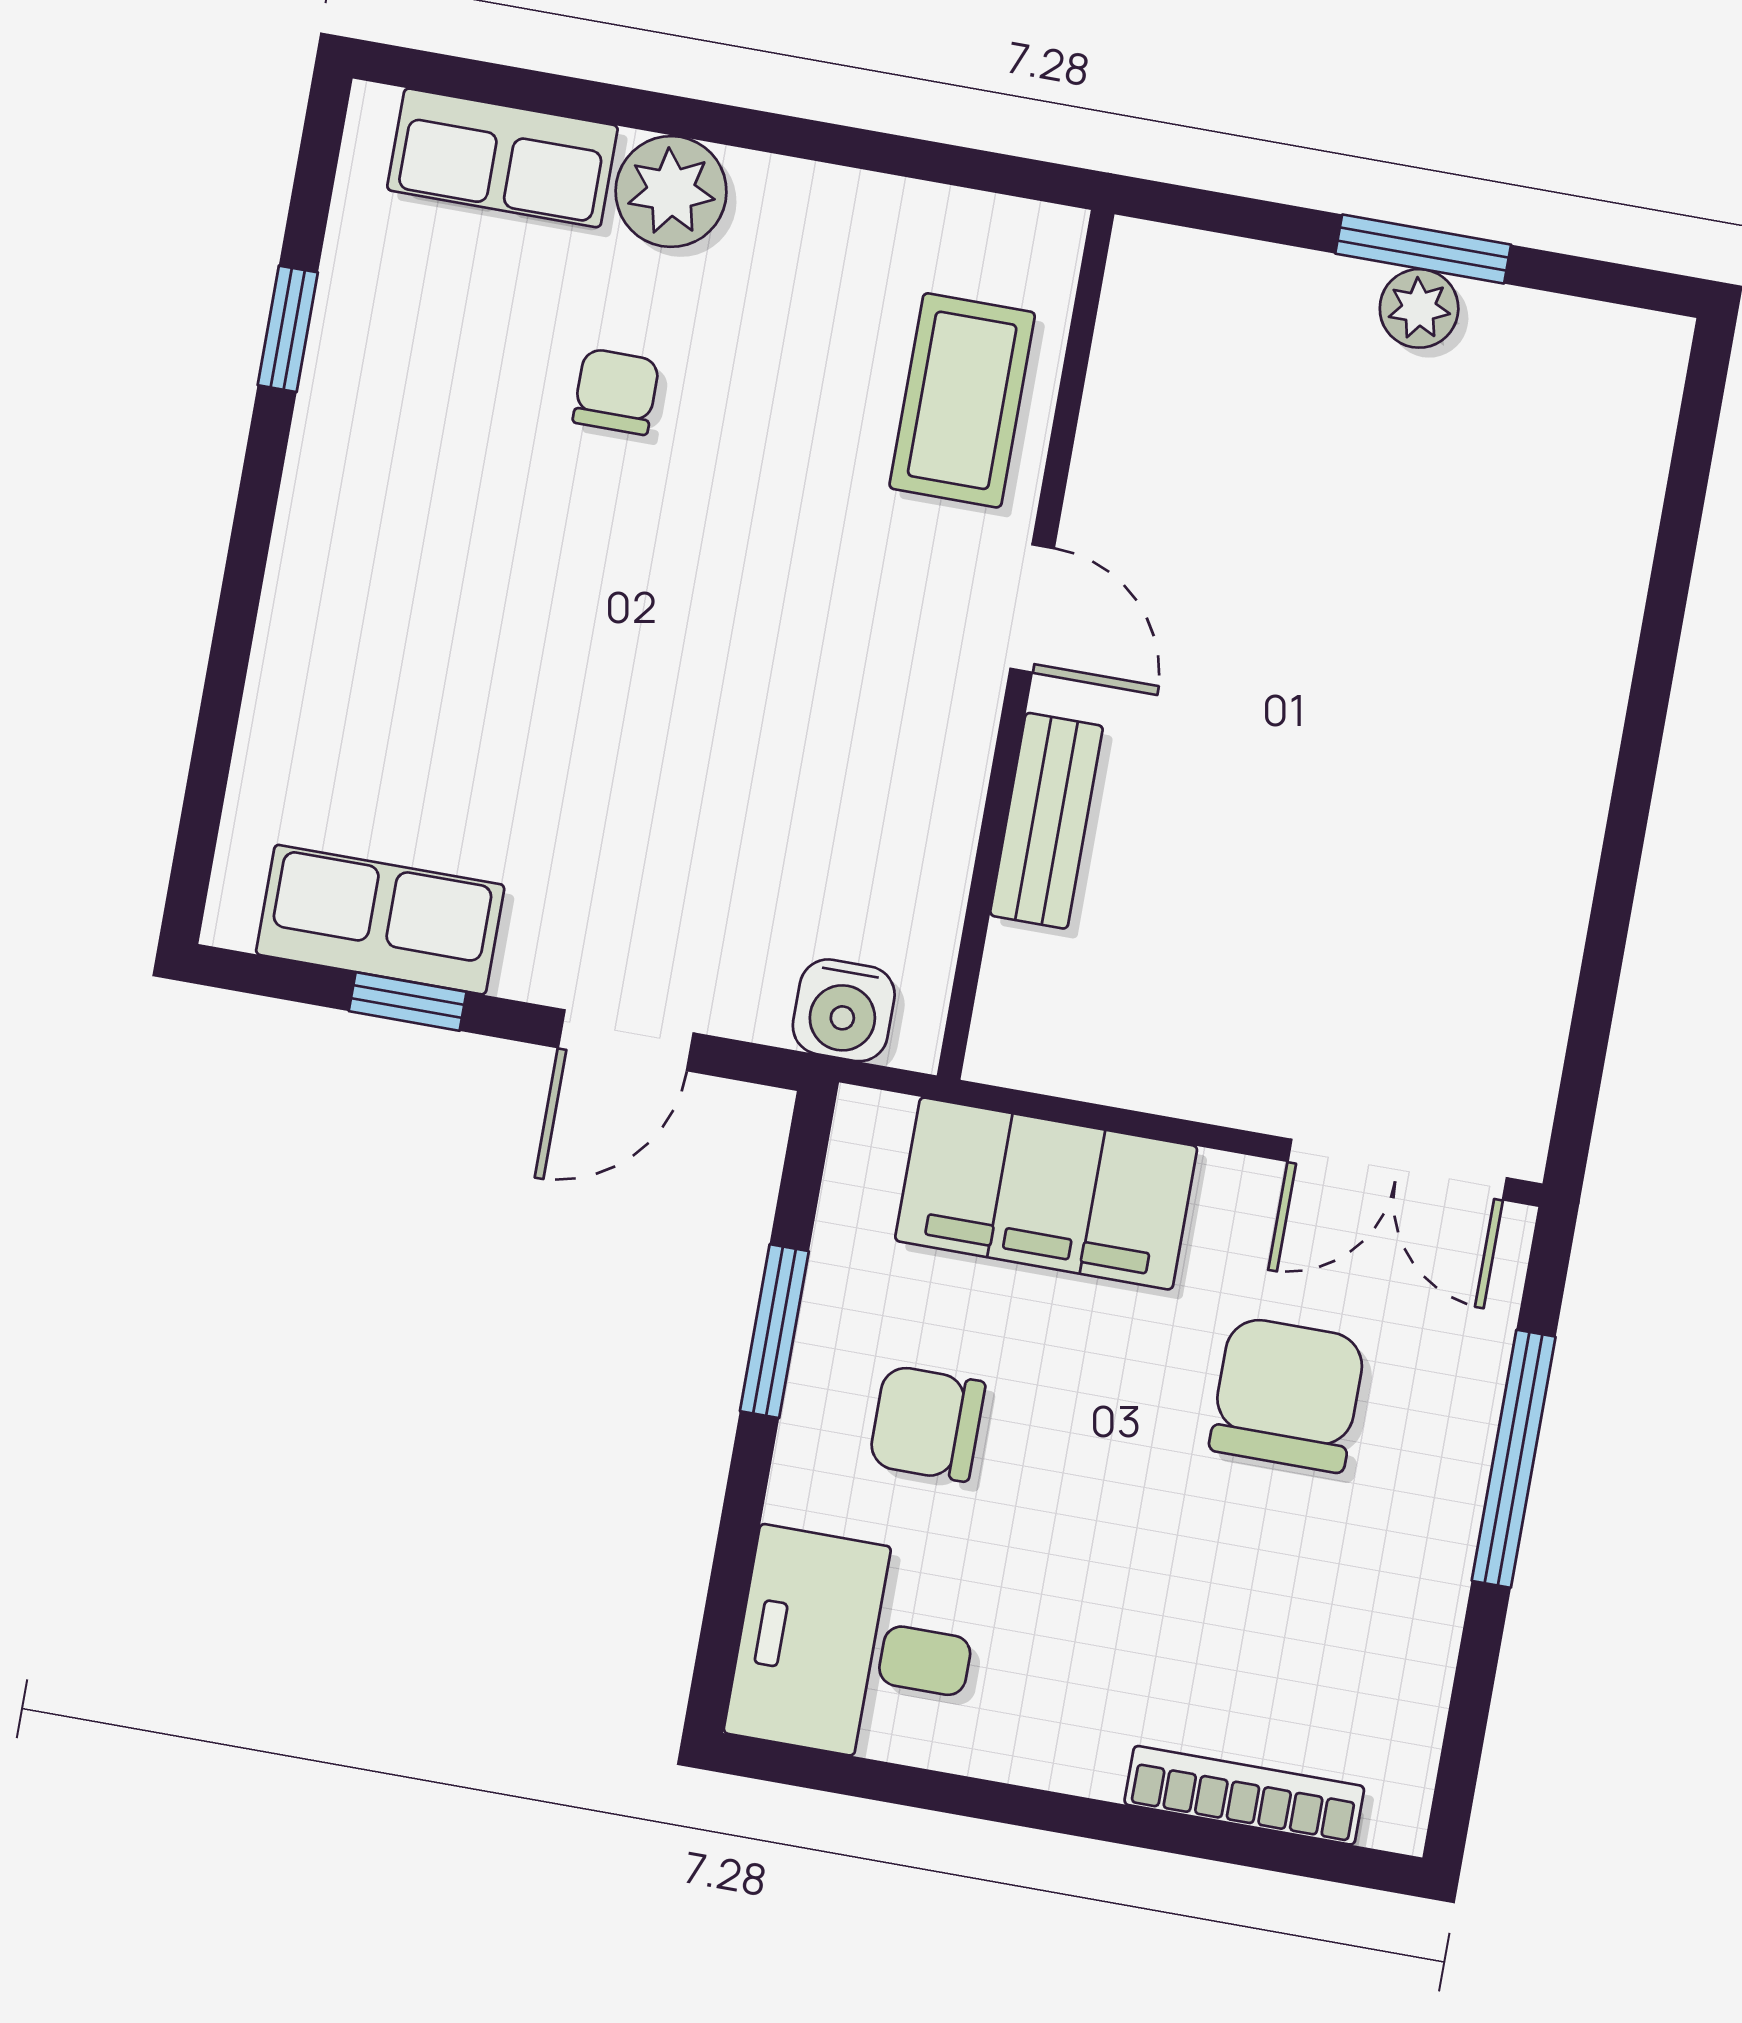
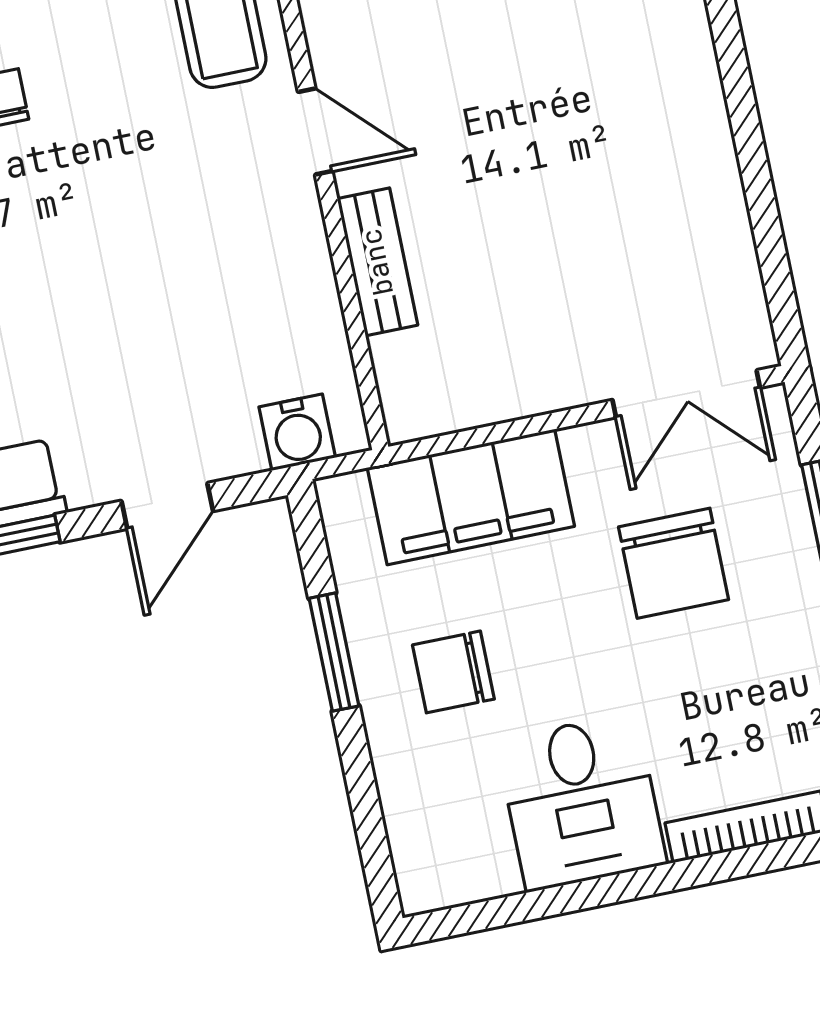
chair: (1287, 1394) -> (674, 563), turned 180
desk: (855, 1648) -> (581, 802), moved, turned -90

